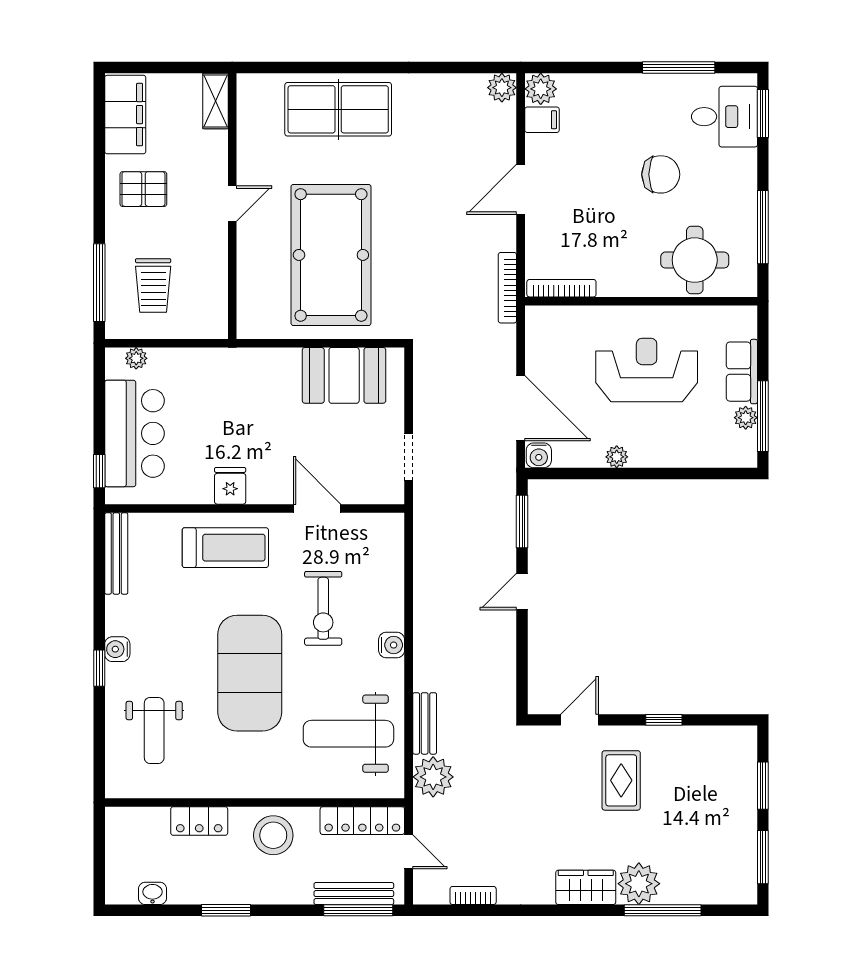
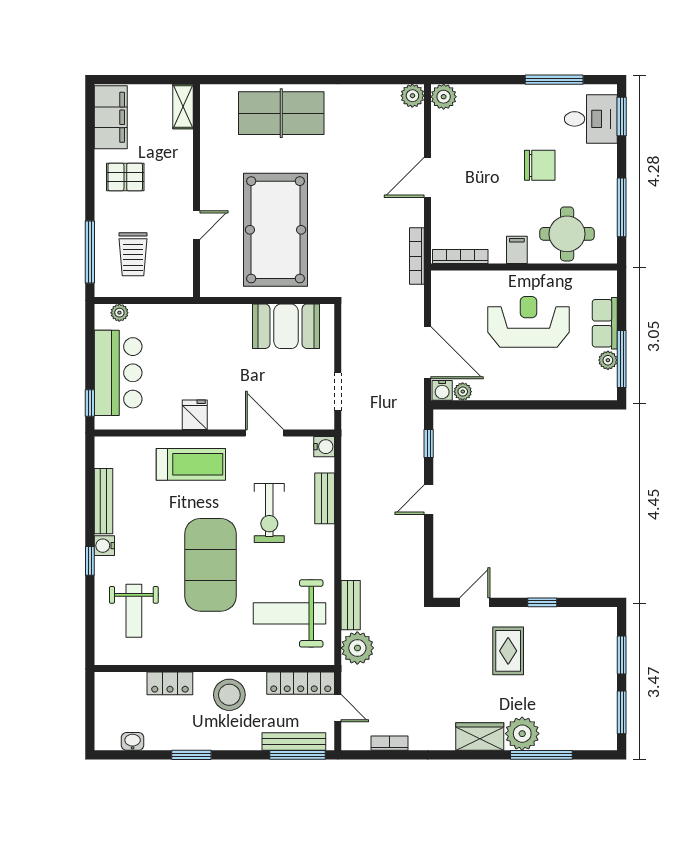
filing cabinet: (542, 120) -> (517, 250), moved, turned -90
door: (232, 204) -> (196, 225), moved
plant: (617, 457) -> (463, 392), moved
window: (522, 522) -> (429, 443), width x0.67
bench: (116, 553) -> (103, 501), moved
bench: (392, 590) -> (325, 498), added
water cooler: (392, 645) -> (324, 447), moved

